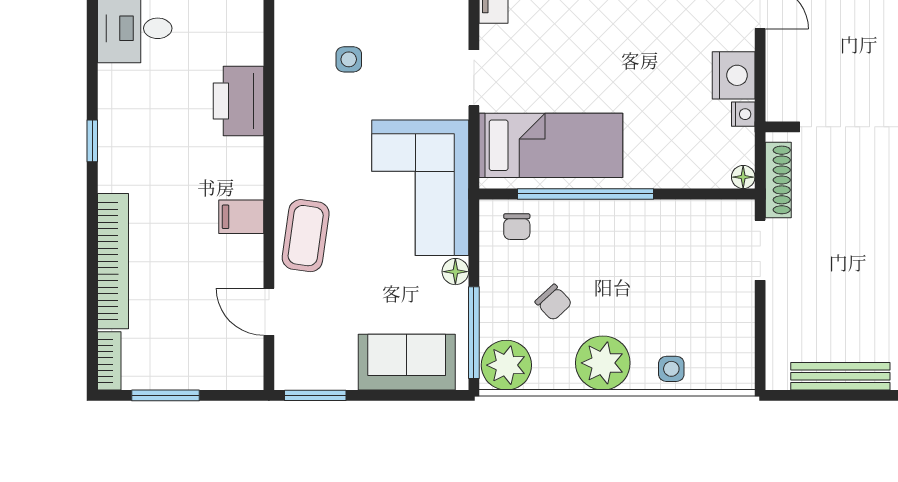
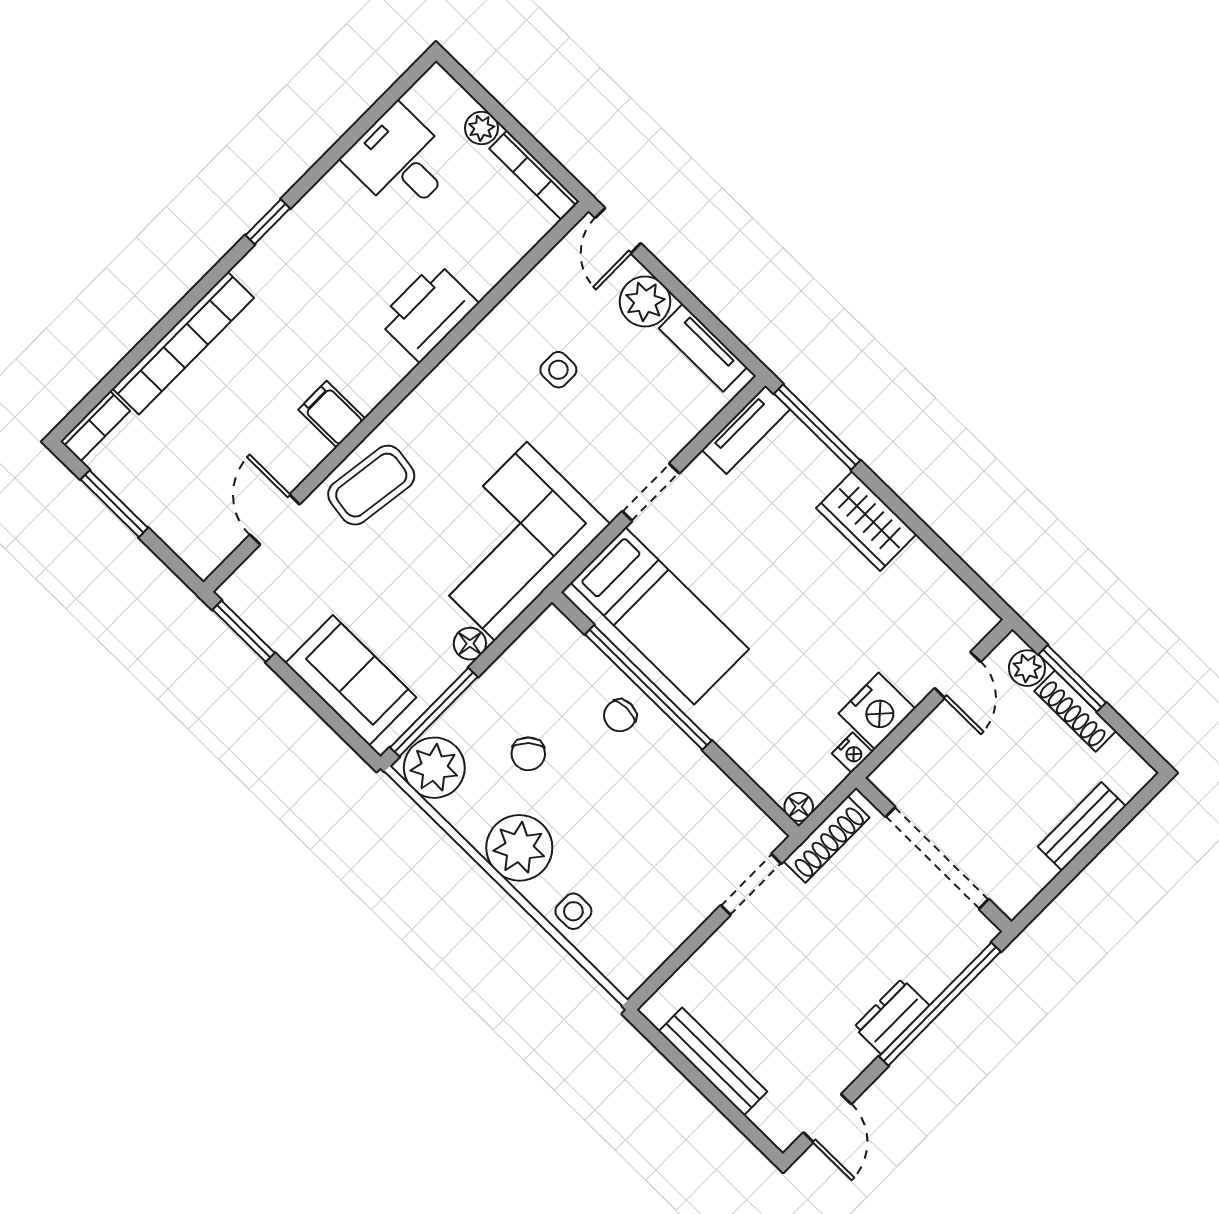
chair: (517, 227) -> (620, 716), moved

